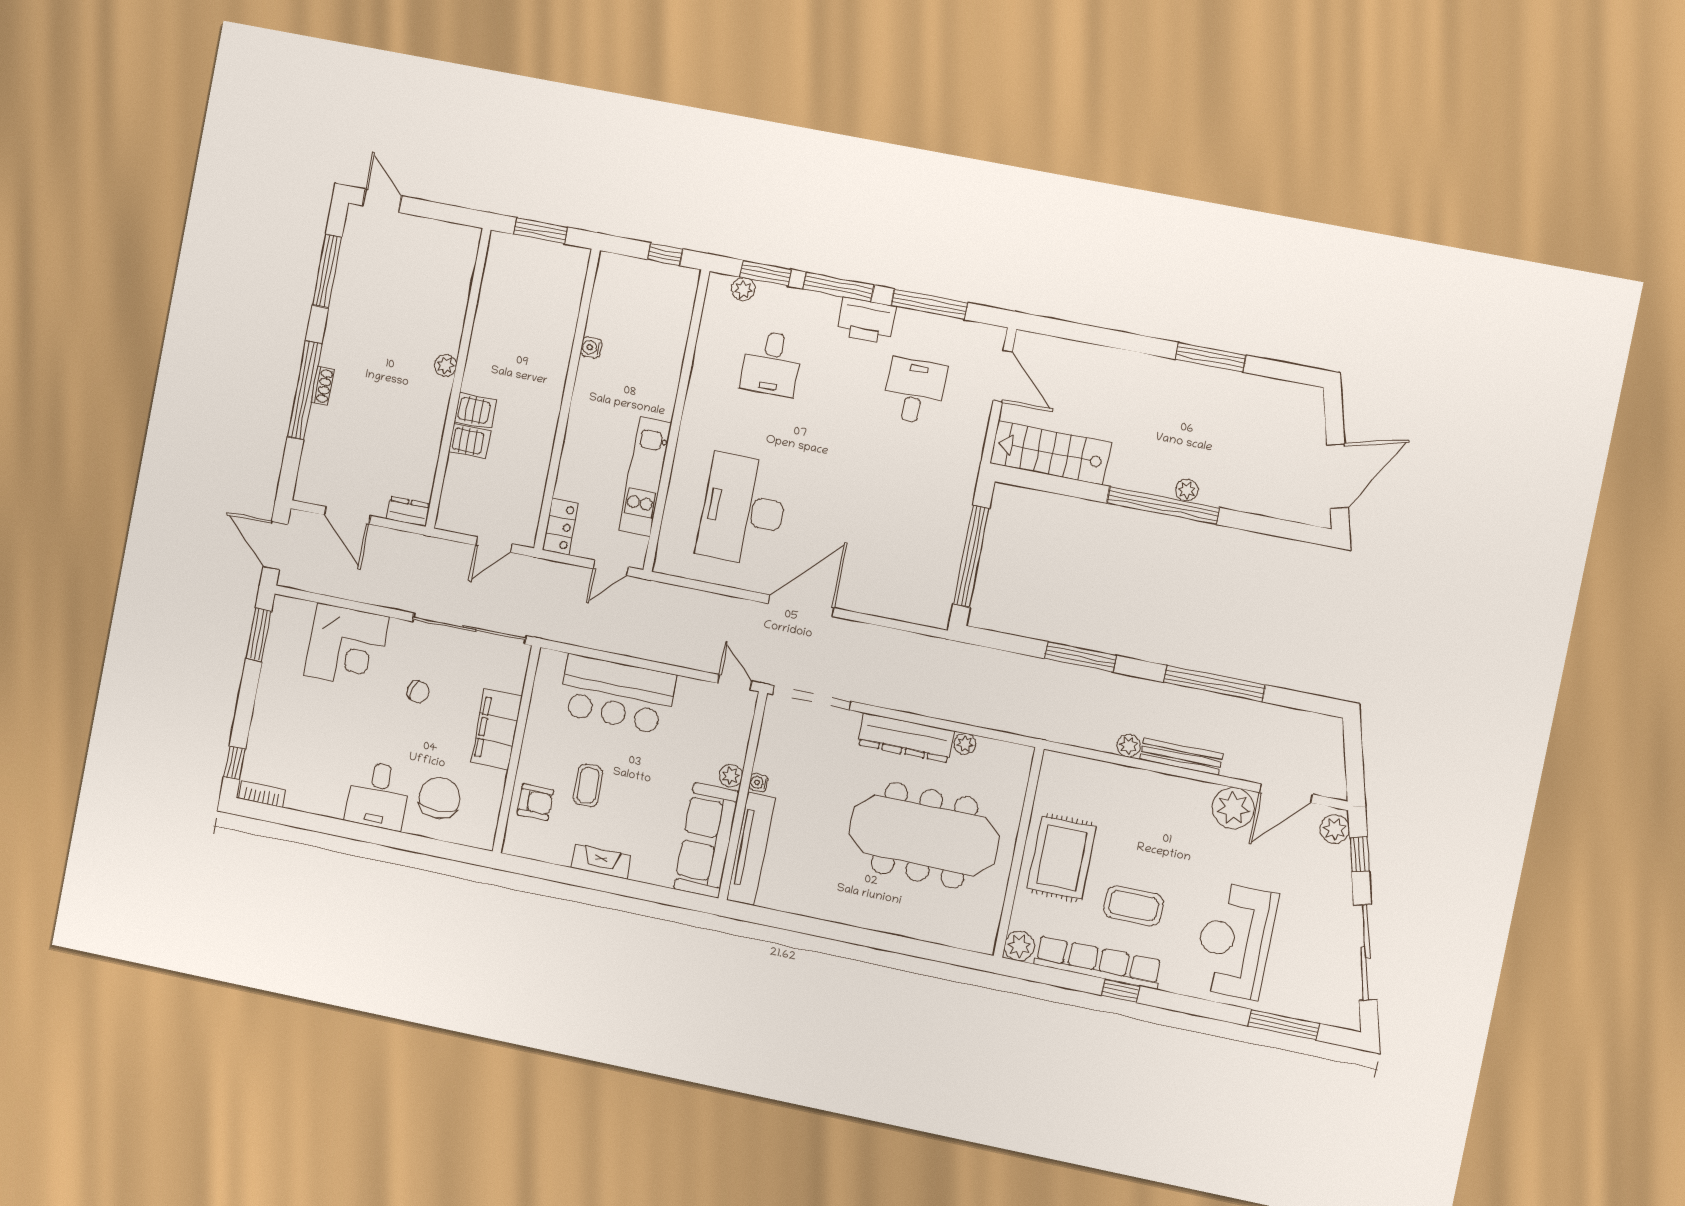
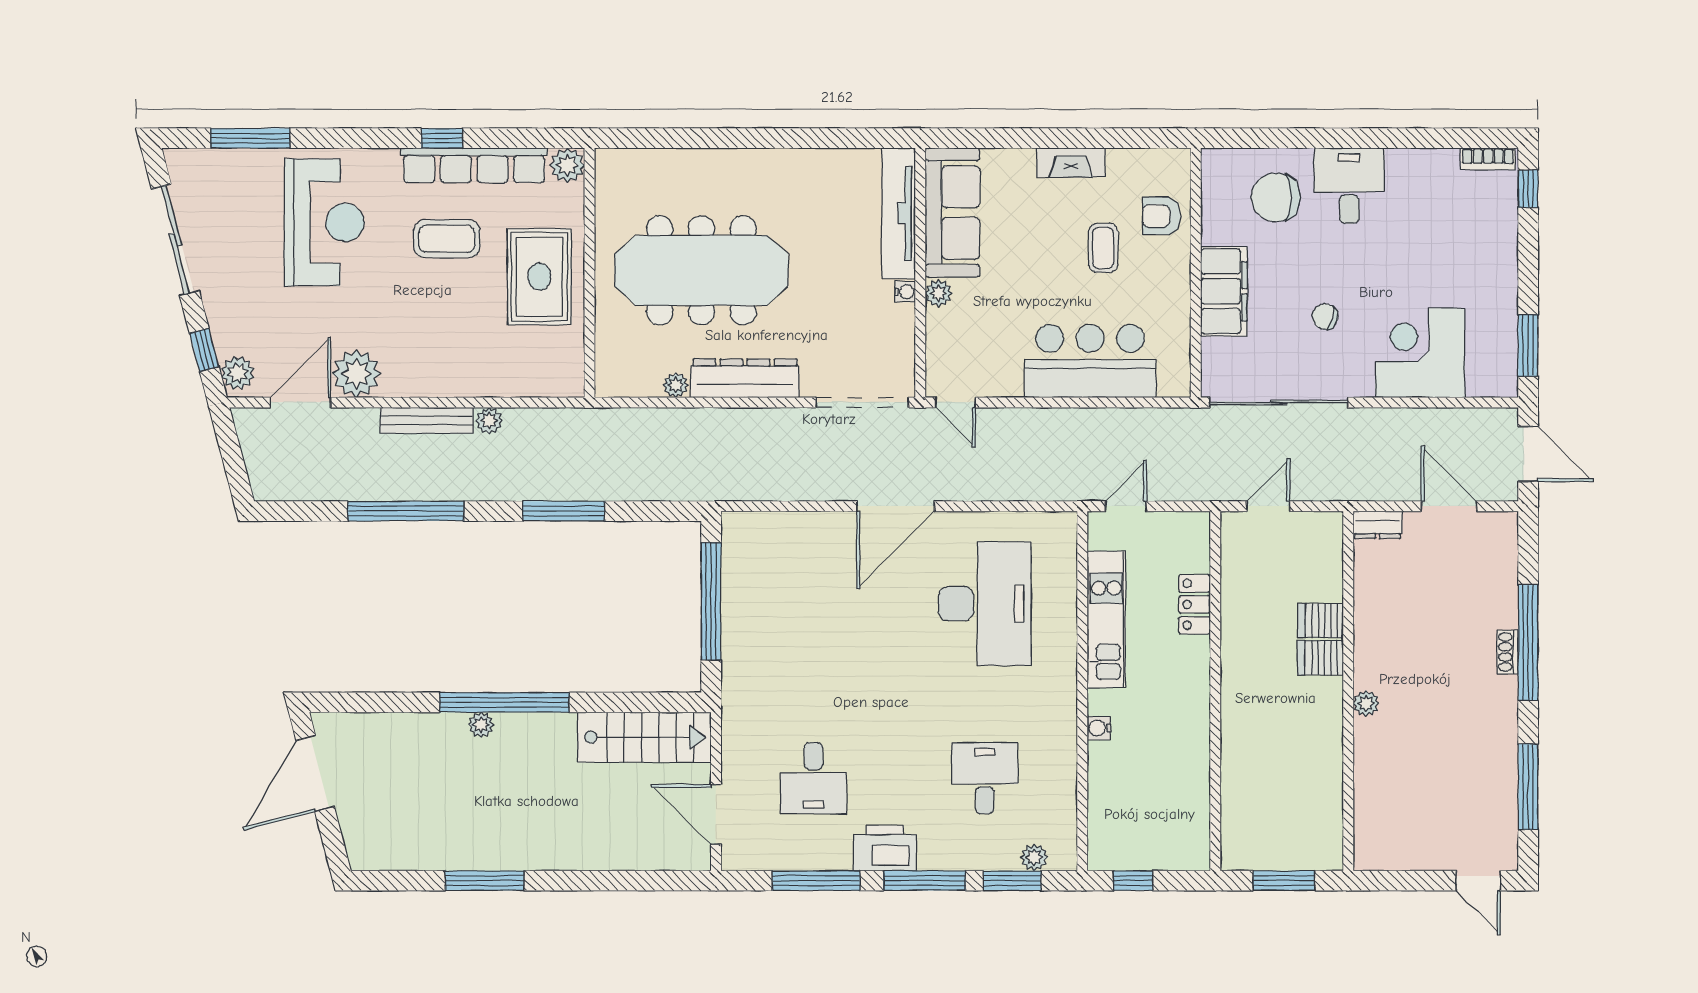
water cooler: (591, 347) -> (1099, 728), moved, turned 180
locker: (560, 526) -> (1194, 604), moved
chair: (439, 798) -> (1276, 197), turned 90

